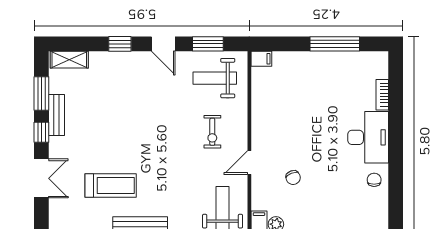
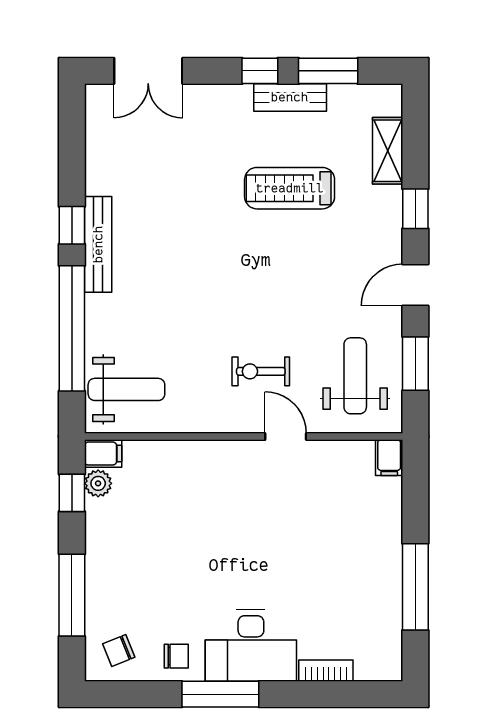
shelving: (69, 60) -> (388, 151), moved
window: (396, 155) -> (220, 694), added
door: (249, 162) -> (286, 437), moved
double door: (41, 178) -> (148, 71), moved
chair: (293, 178) -> (119, 651), moved
treadmill: (111, 185) -> (290, 188), moved, turned 90

